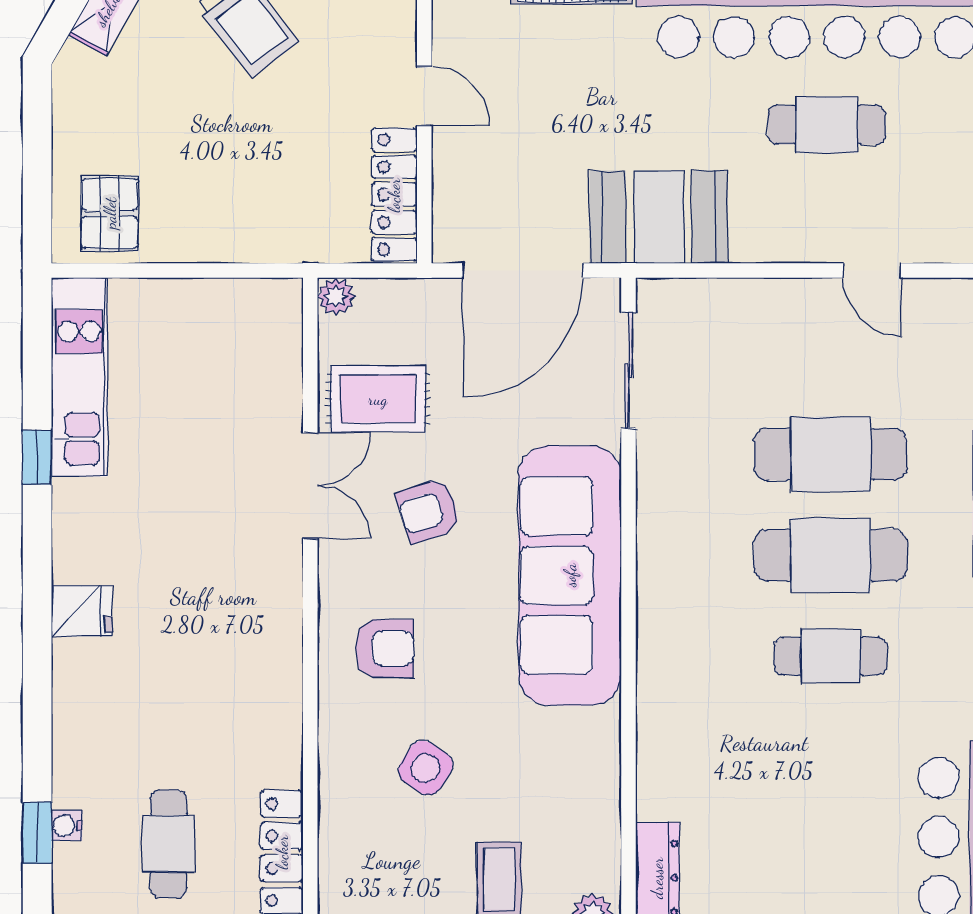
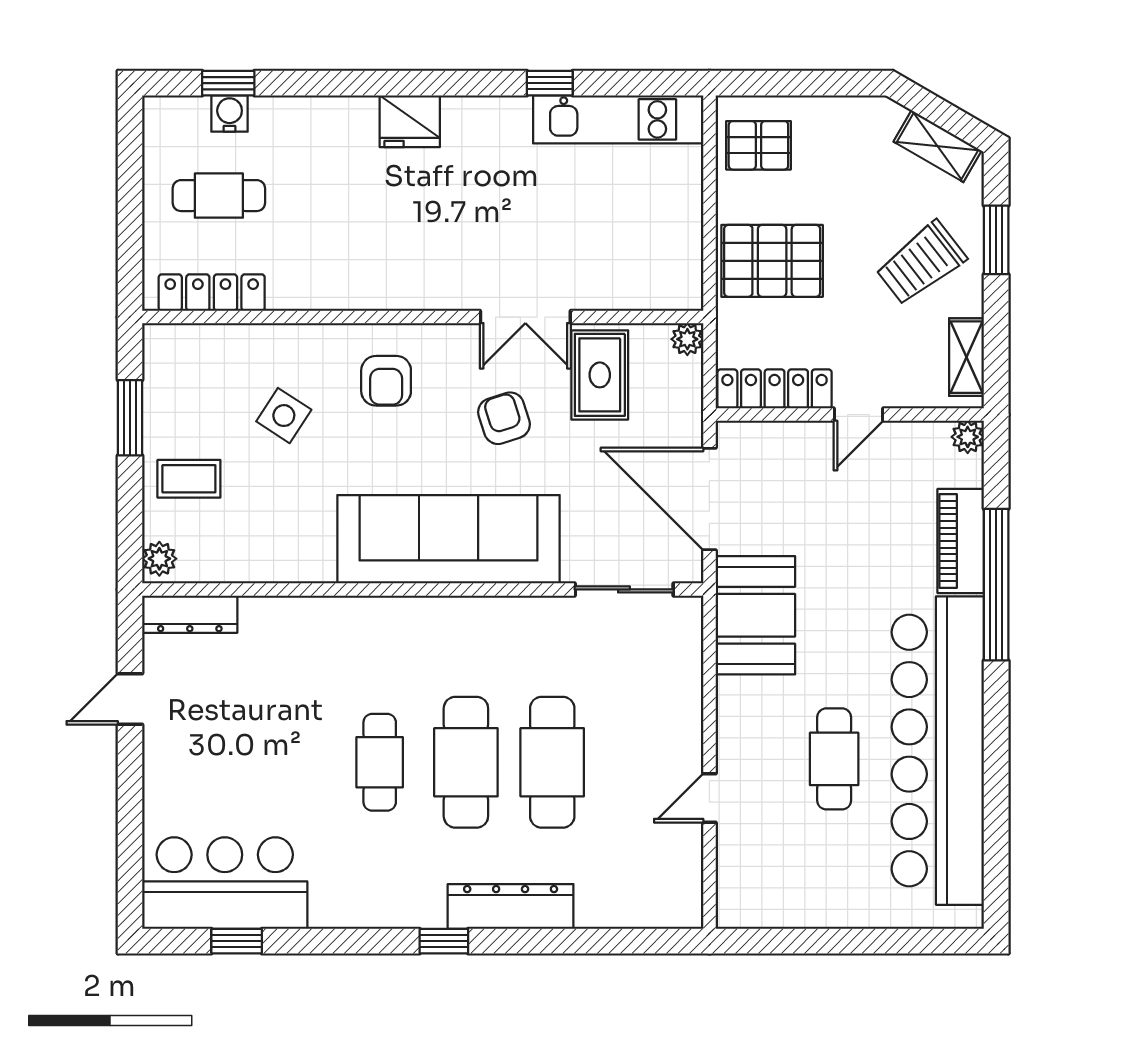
pallet: (245, 197) -> (772, 261), added
fridge: (82, 611) -> (410, 121), width x1.38
water cooler: (67, 826) -> (230, 114), width x1.38, depth x1.38

